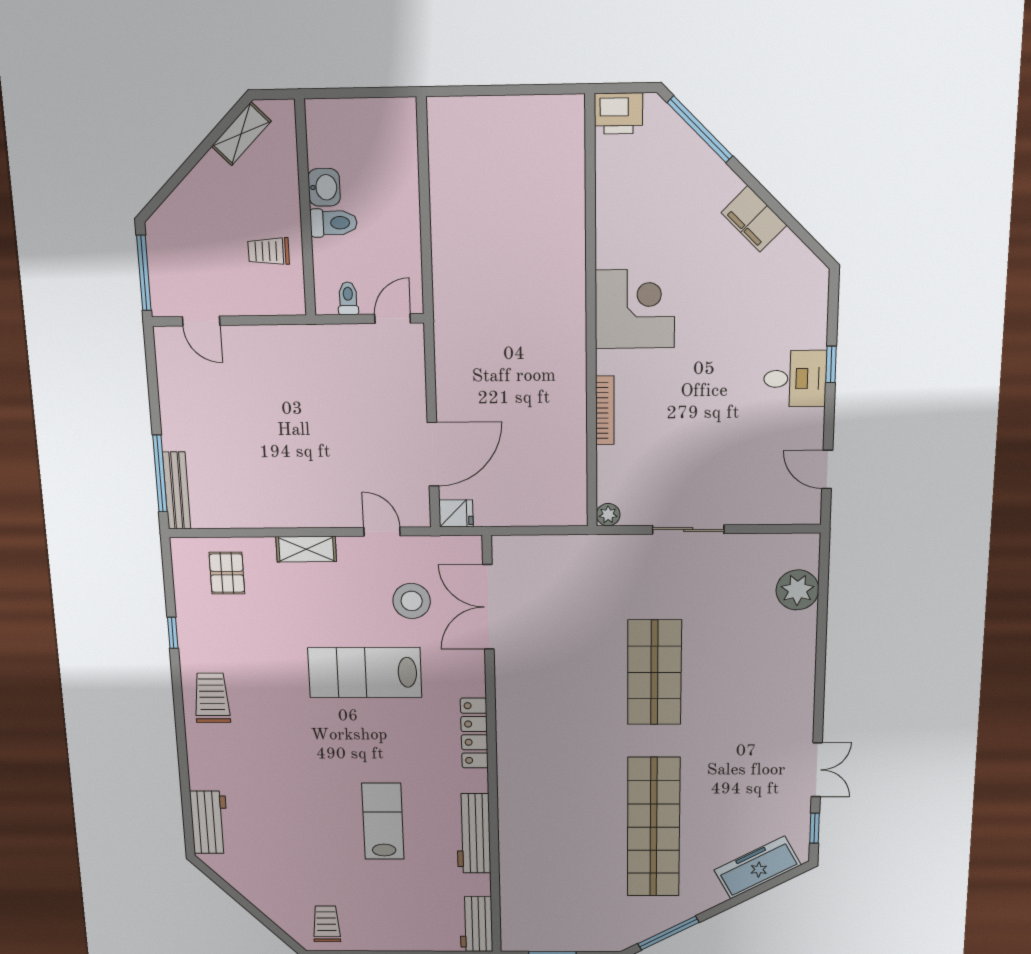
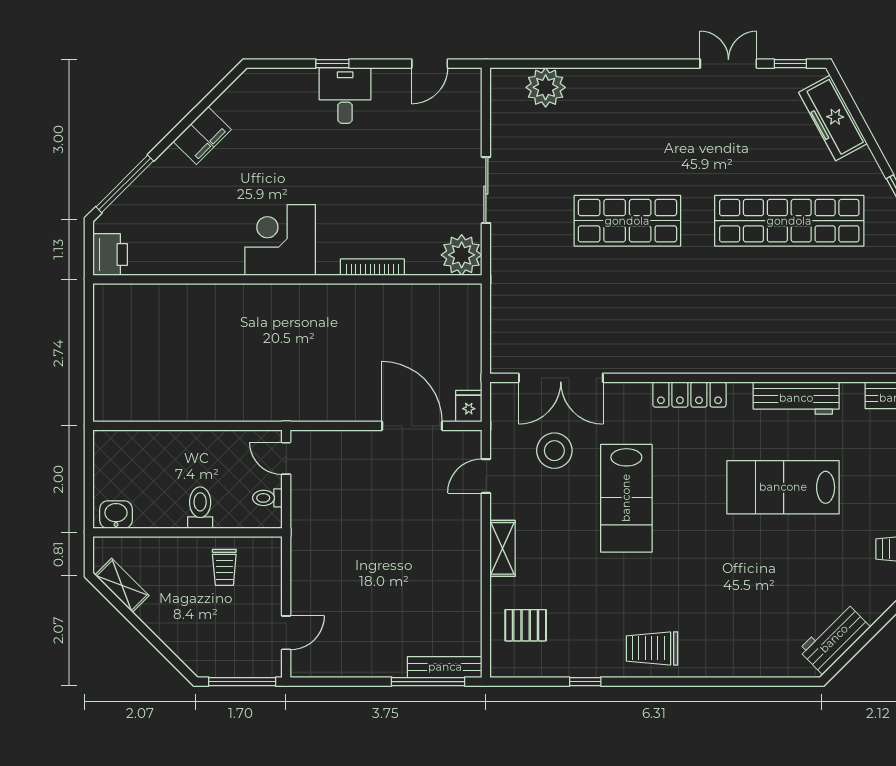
washbasin: (324, 187) -> (116, 515), moved
plant: (608, 515) -> (462, 255), width x1.87, depth x1.87
lab bench: (383, 821) -> (783, 487), width x1.36, depth x1.39
workbench: (209, 822) -> (834, 639), moved, turned -45

